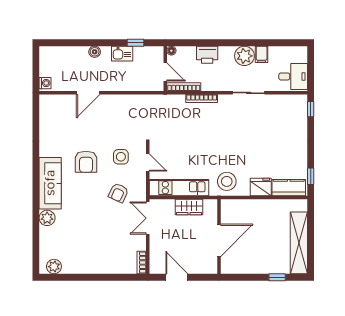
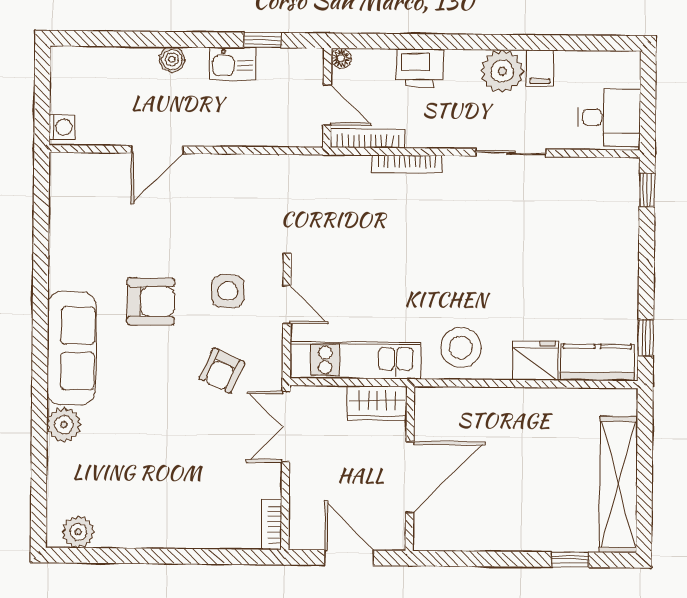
armchair: (86, 162) -> (151, 302), turned -90
wall: (219, 237) -> (410, 469), moved
door: (219, 240) -> (410, 477), moved

